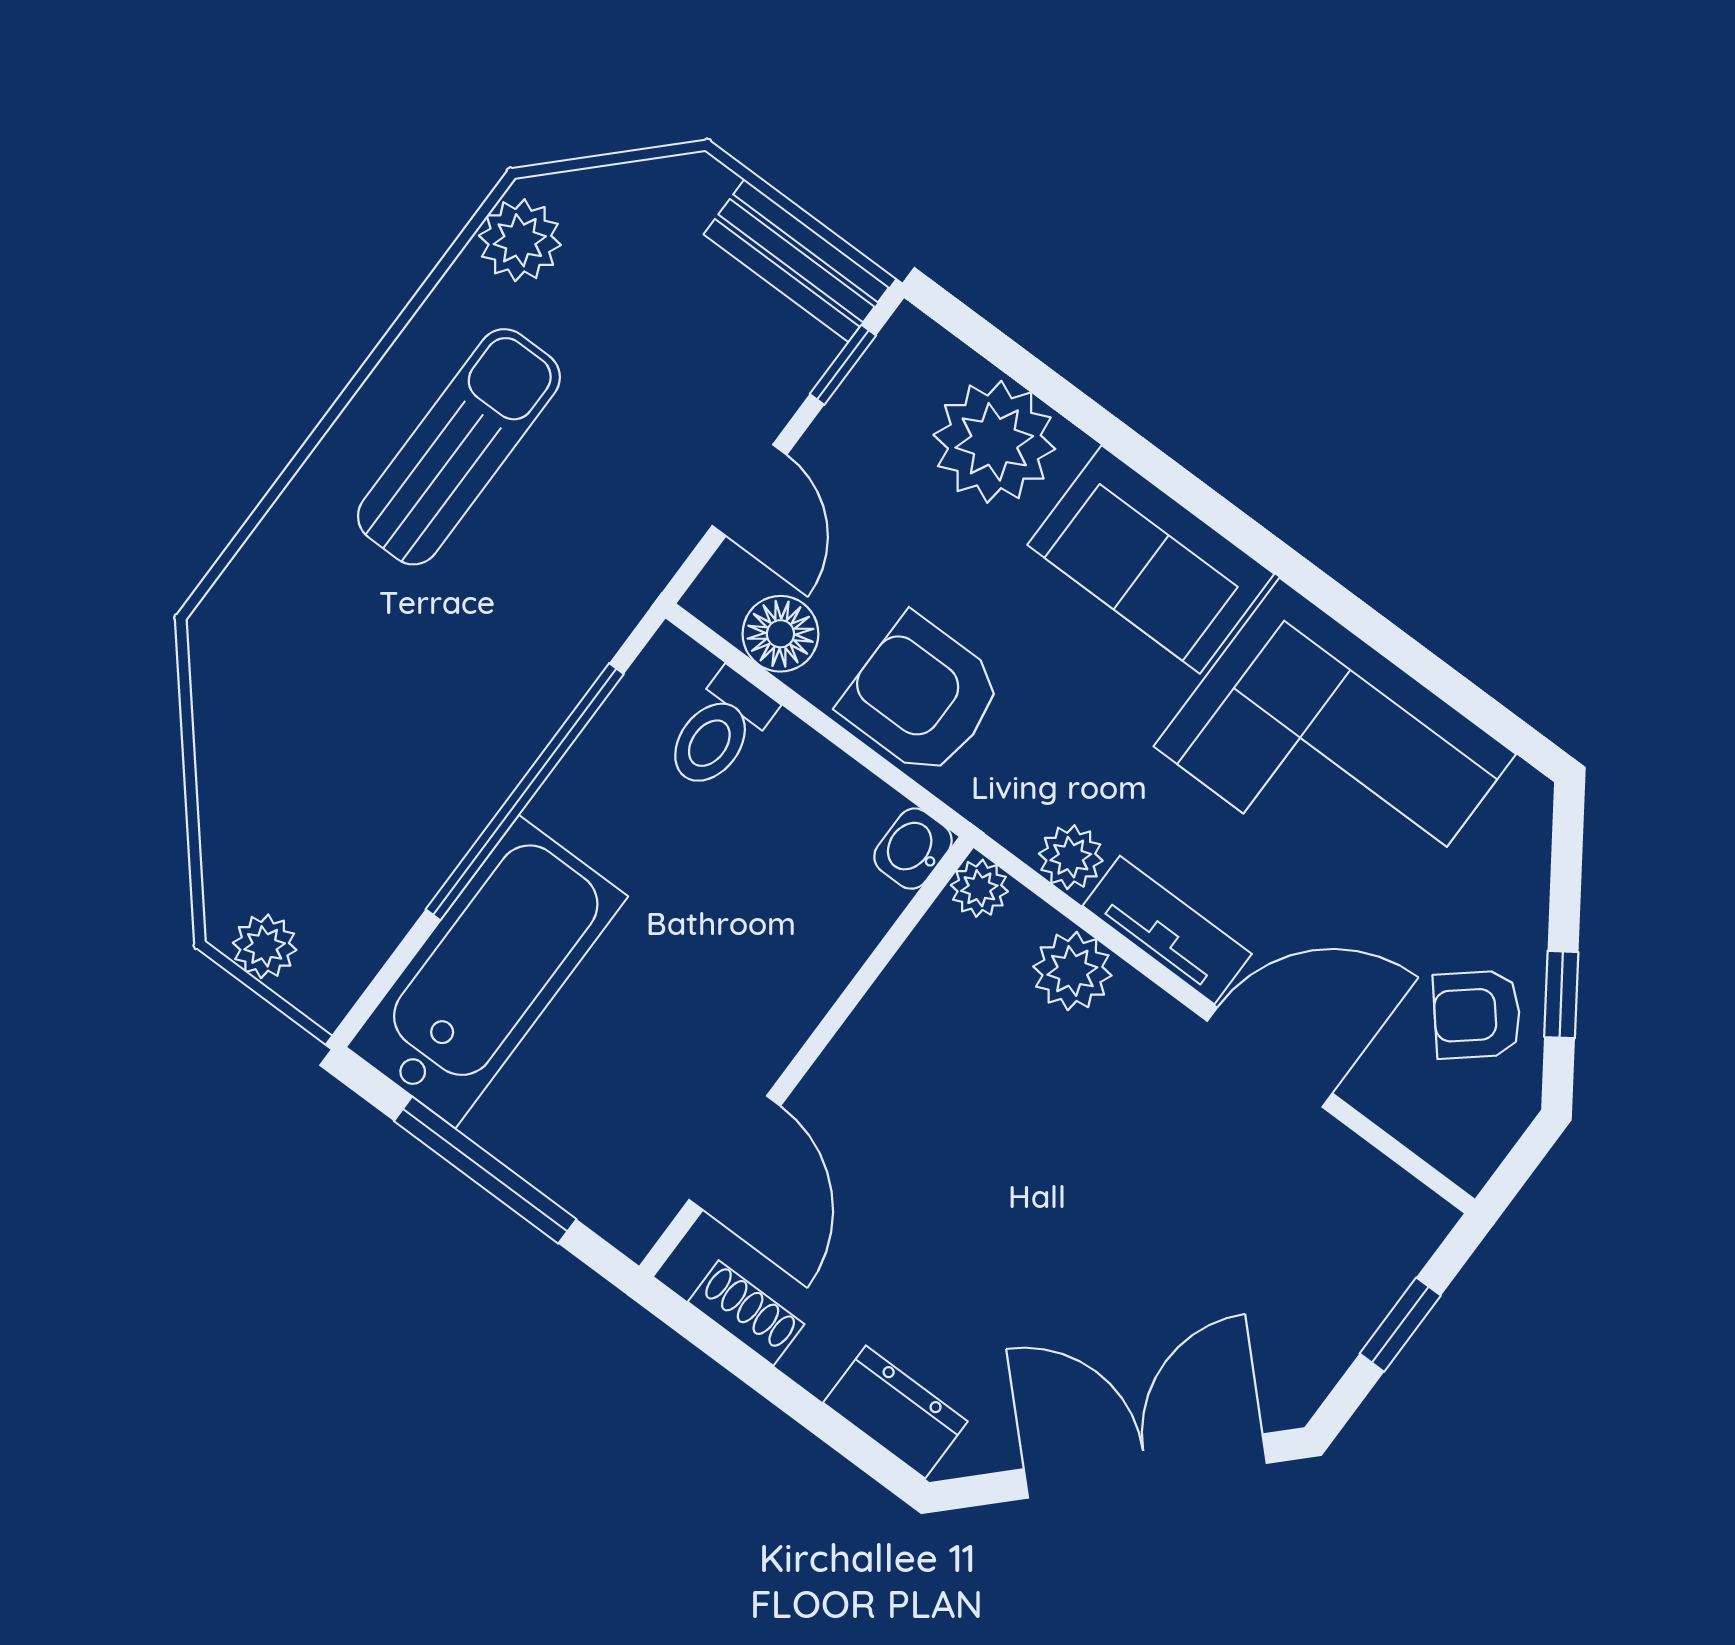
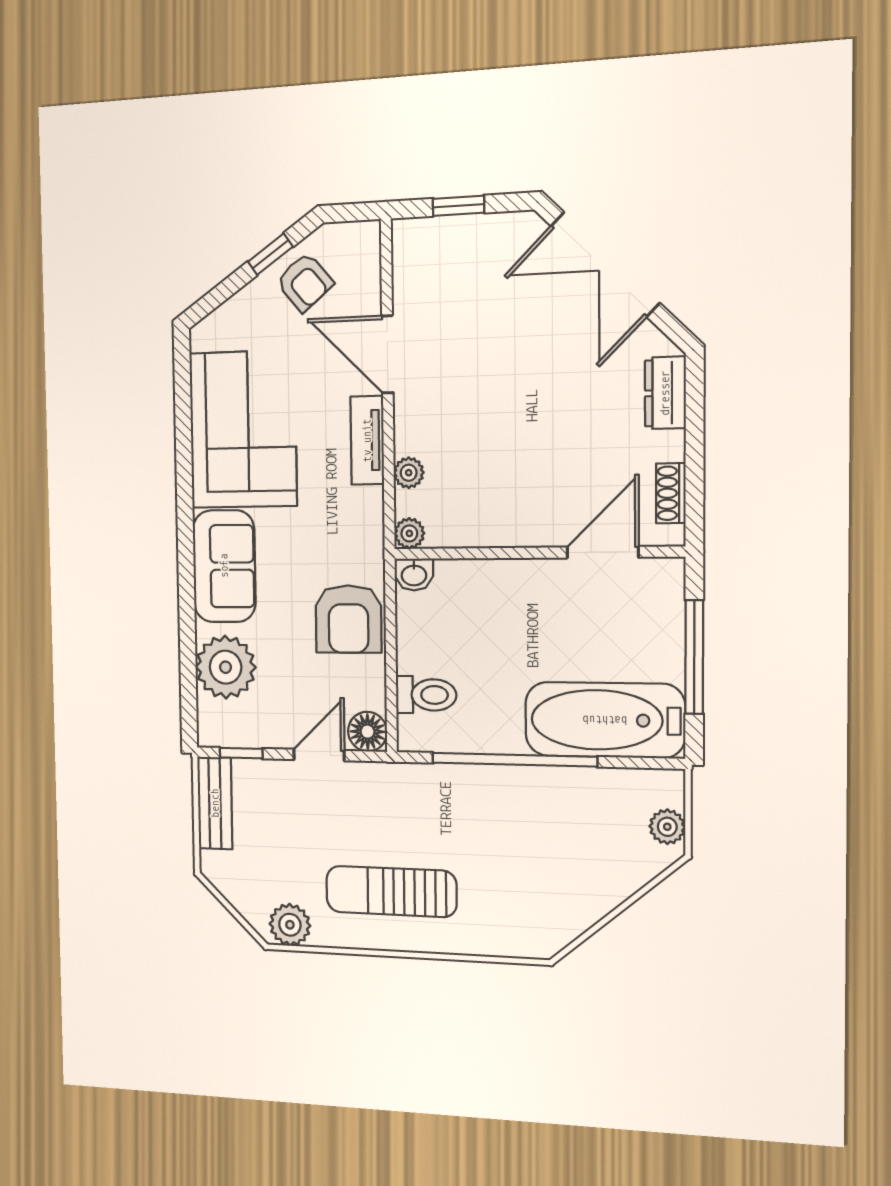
floor lamp: (780, 634) -> (368, 732), moved
plant: (1071, 857) -> (368, 505), removed
plant: (1072, 971) -> (409, 473), width x0.73, depth x0.73

